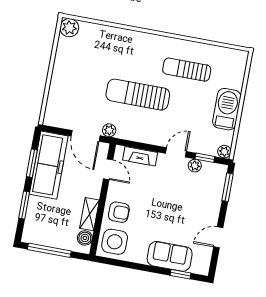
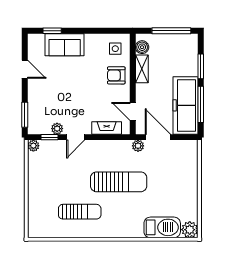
barbecue: (227, 109) -> (162, 227), moved, turned -90
window: (32, 163) -> (201, 104), width x1.44
door: (218, 237) -> (25, 69), hinge flipped
side table: (115, 242) -> (115, 49), width x0.54, depth x0.54

